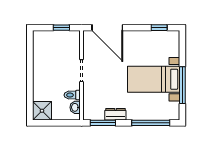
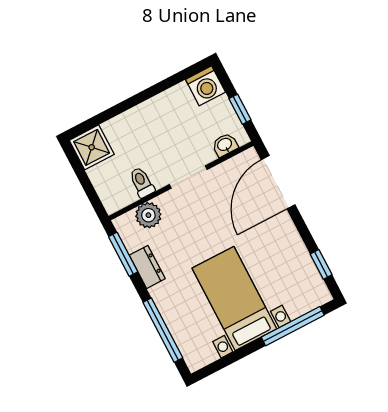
washing machine: (41, 39) -> (205, 86), added
window: (182, 85) -> (293, 326), moved
plant: (90, 100) -> (148, 215), added
washbasin: (75, 107) -> (225, 145), moved

